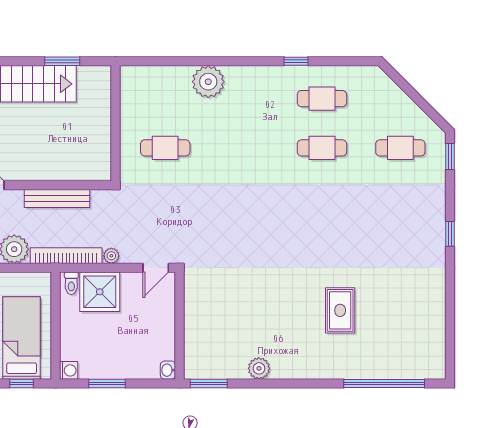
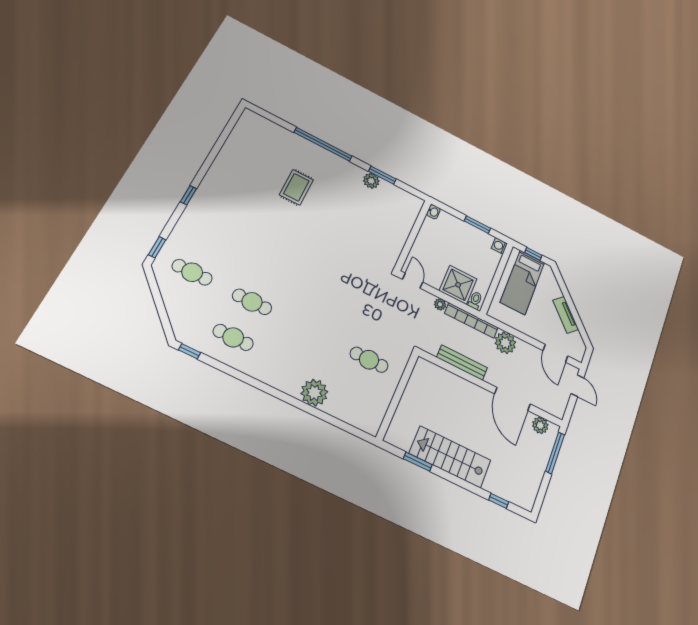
window: (296, 61) -> (190, 351), moved
door: (156, 268) -> (413, 281), hinge flipped
window: (209, 383) -> (382, 175), moved
window: (384, 383) -> (323, 144), moved

